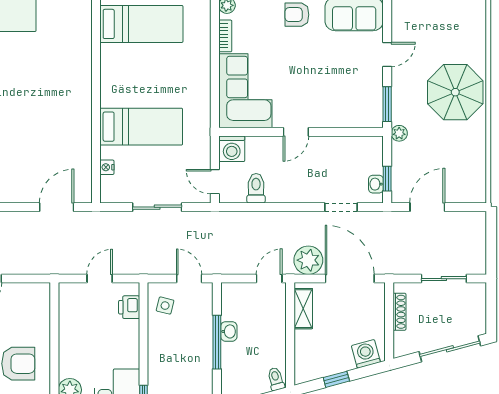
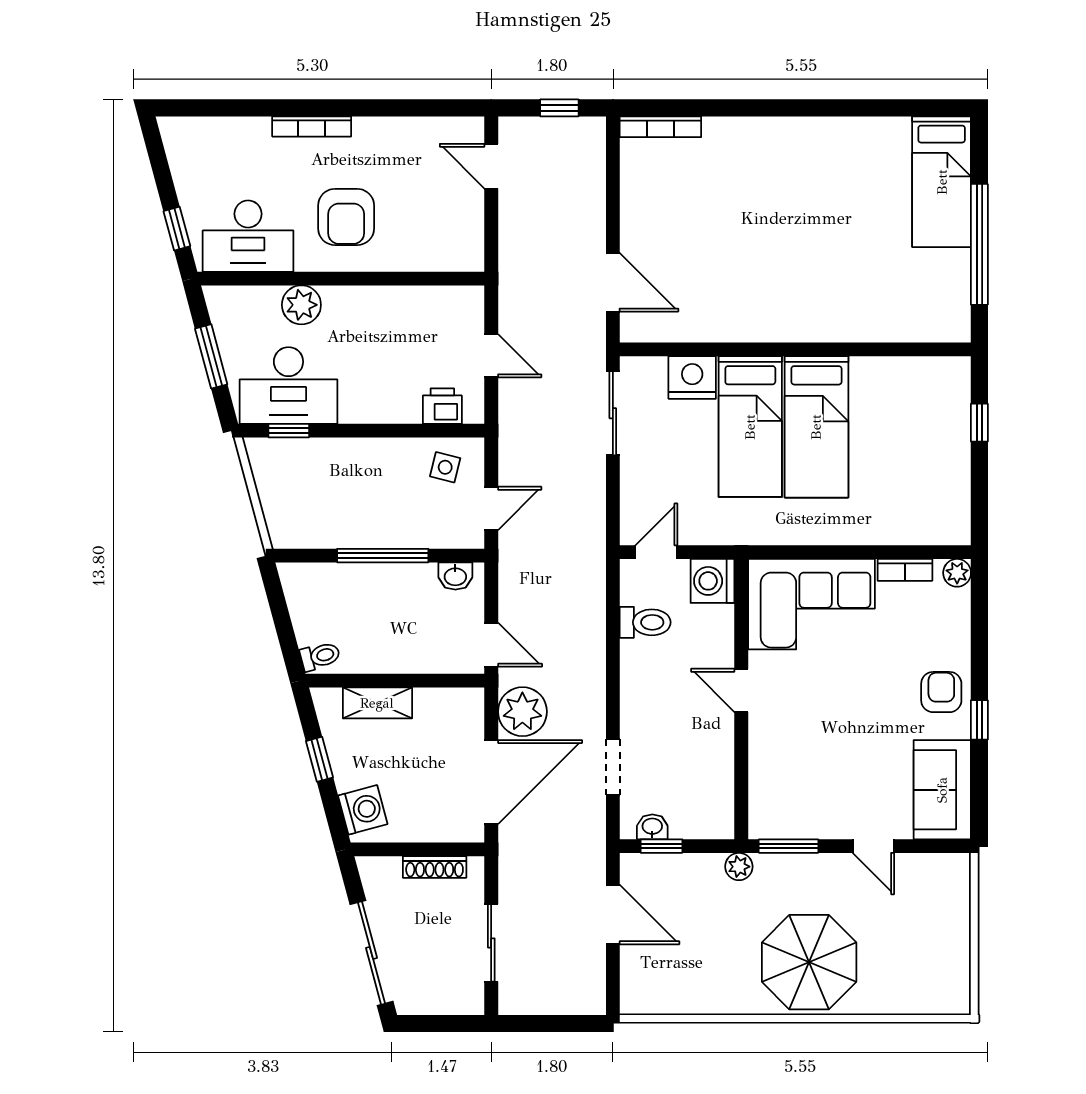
bed: (141, 24) -> (816, 427), moved
nightstand: (107, 167) -> (692, 378), width x1.89, depth x1.79
sliding door: (157, 207) -> (613, 413), moved
shelving: (303, 309) -> (377, 703), moved
washbasin: (229, 331) -> (455, 576), moved

